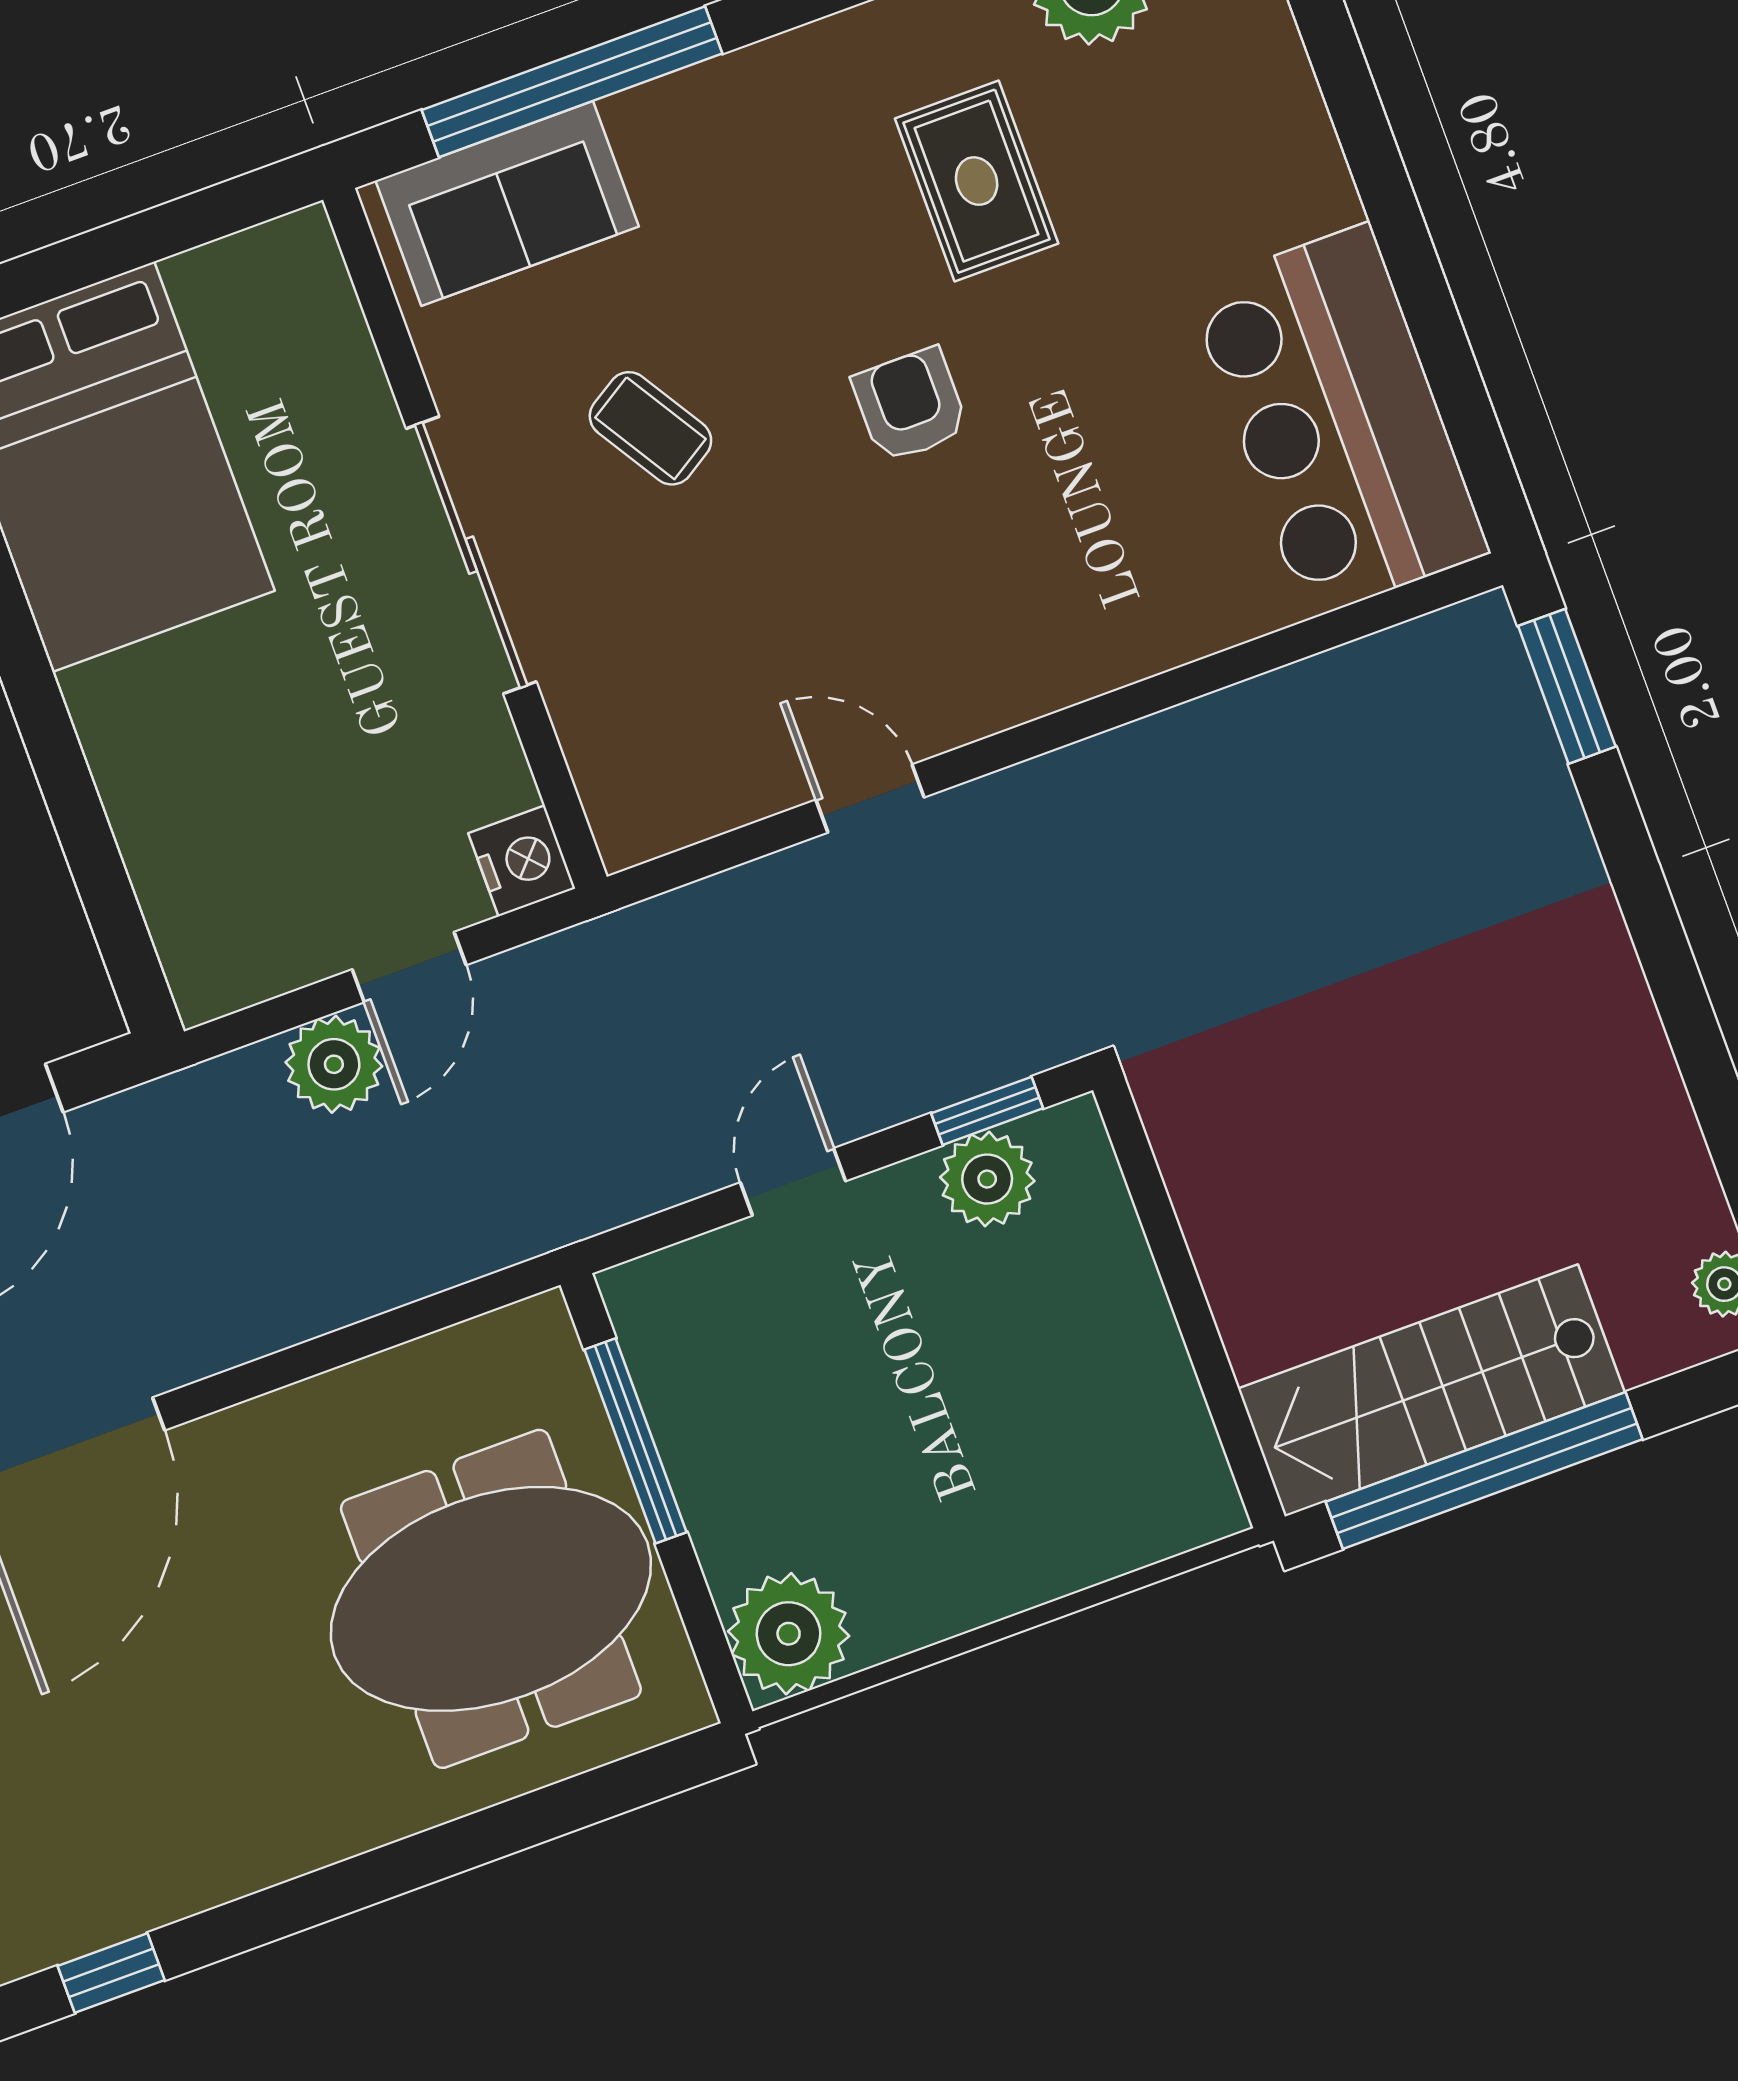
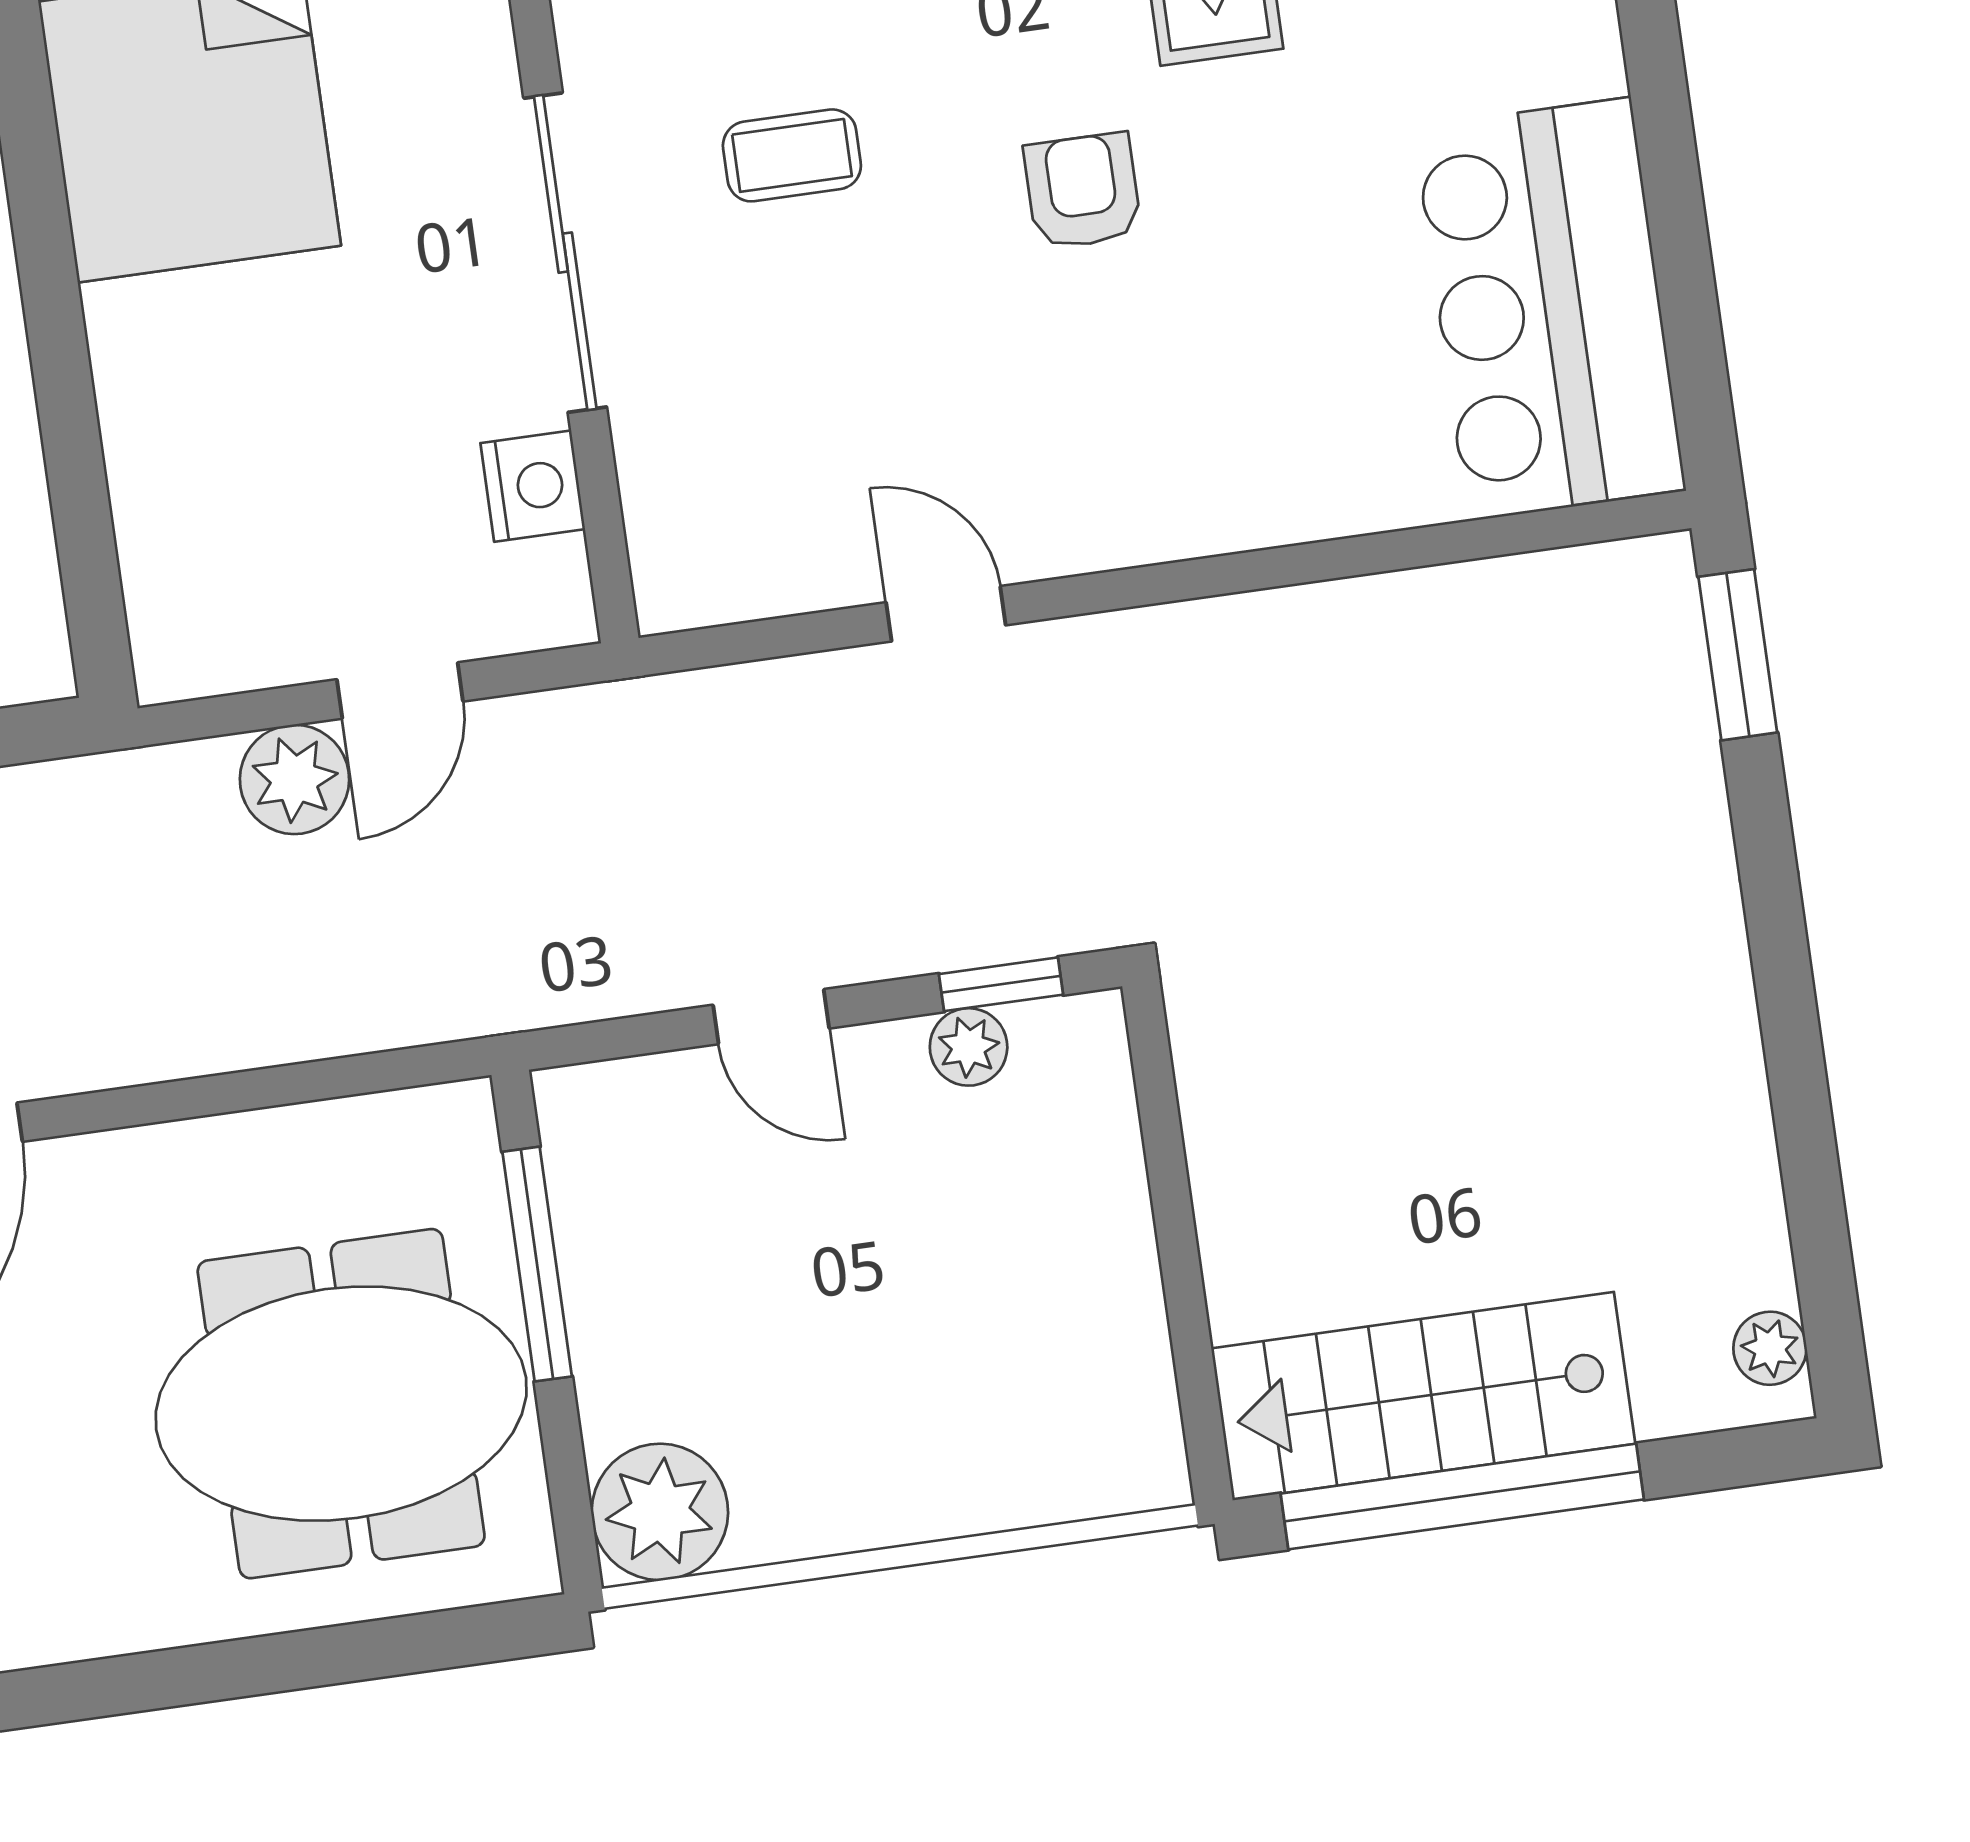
coffee table: (650, 428) -> (792, 155), turned -58
nightstand: (522, 861) -> (533, 486), moved
plant: (987, 1179) -> (969, 1047), width x0.73, depth x0.73
door: (793, 1182) -> (771, 1017), swing flipped

